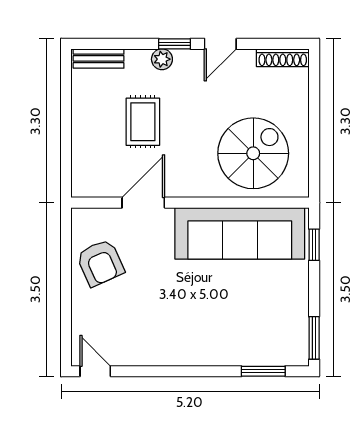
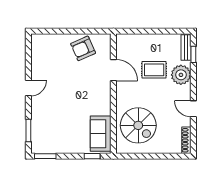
window: (175, 44) -> (193, 54), moved
plant: (162, 59) -> (181, 75), width x1.88, depth x1.88
sofa: (240, 233) -> (101, 134), width x0.54, depth x0.79
door: (95, 371) -> (28, 88), moved

